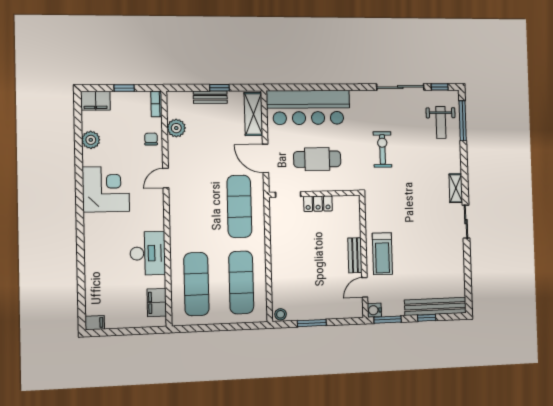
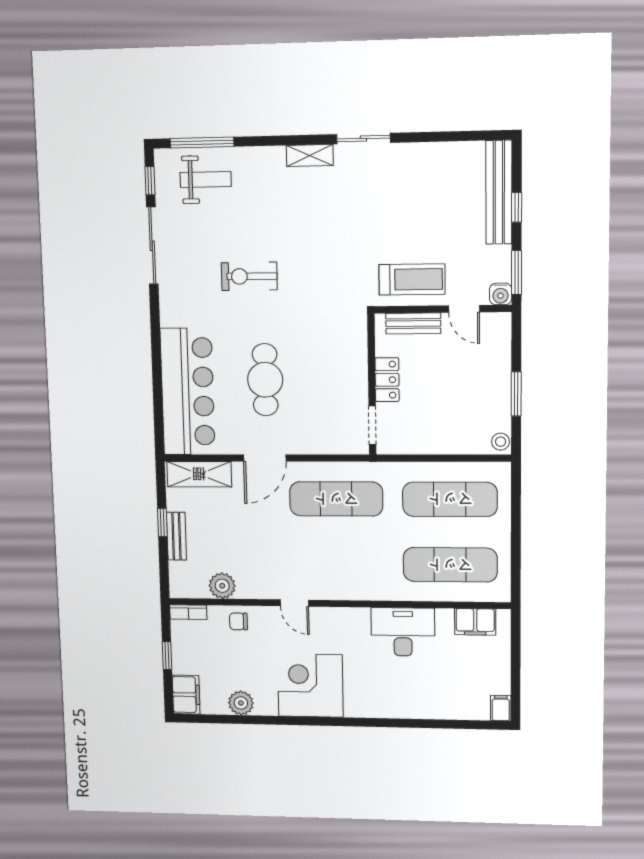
doorway: (288, 194) -> (372, 425), moved
wall: (315, 194) -> (372, 385), moved
locker: (318, 204) -> (387, 380), moved

